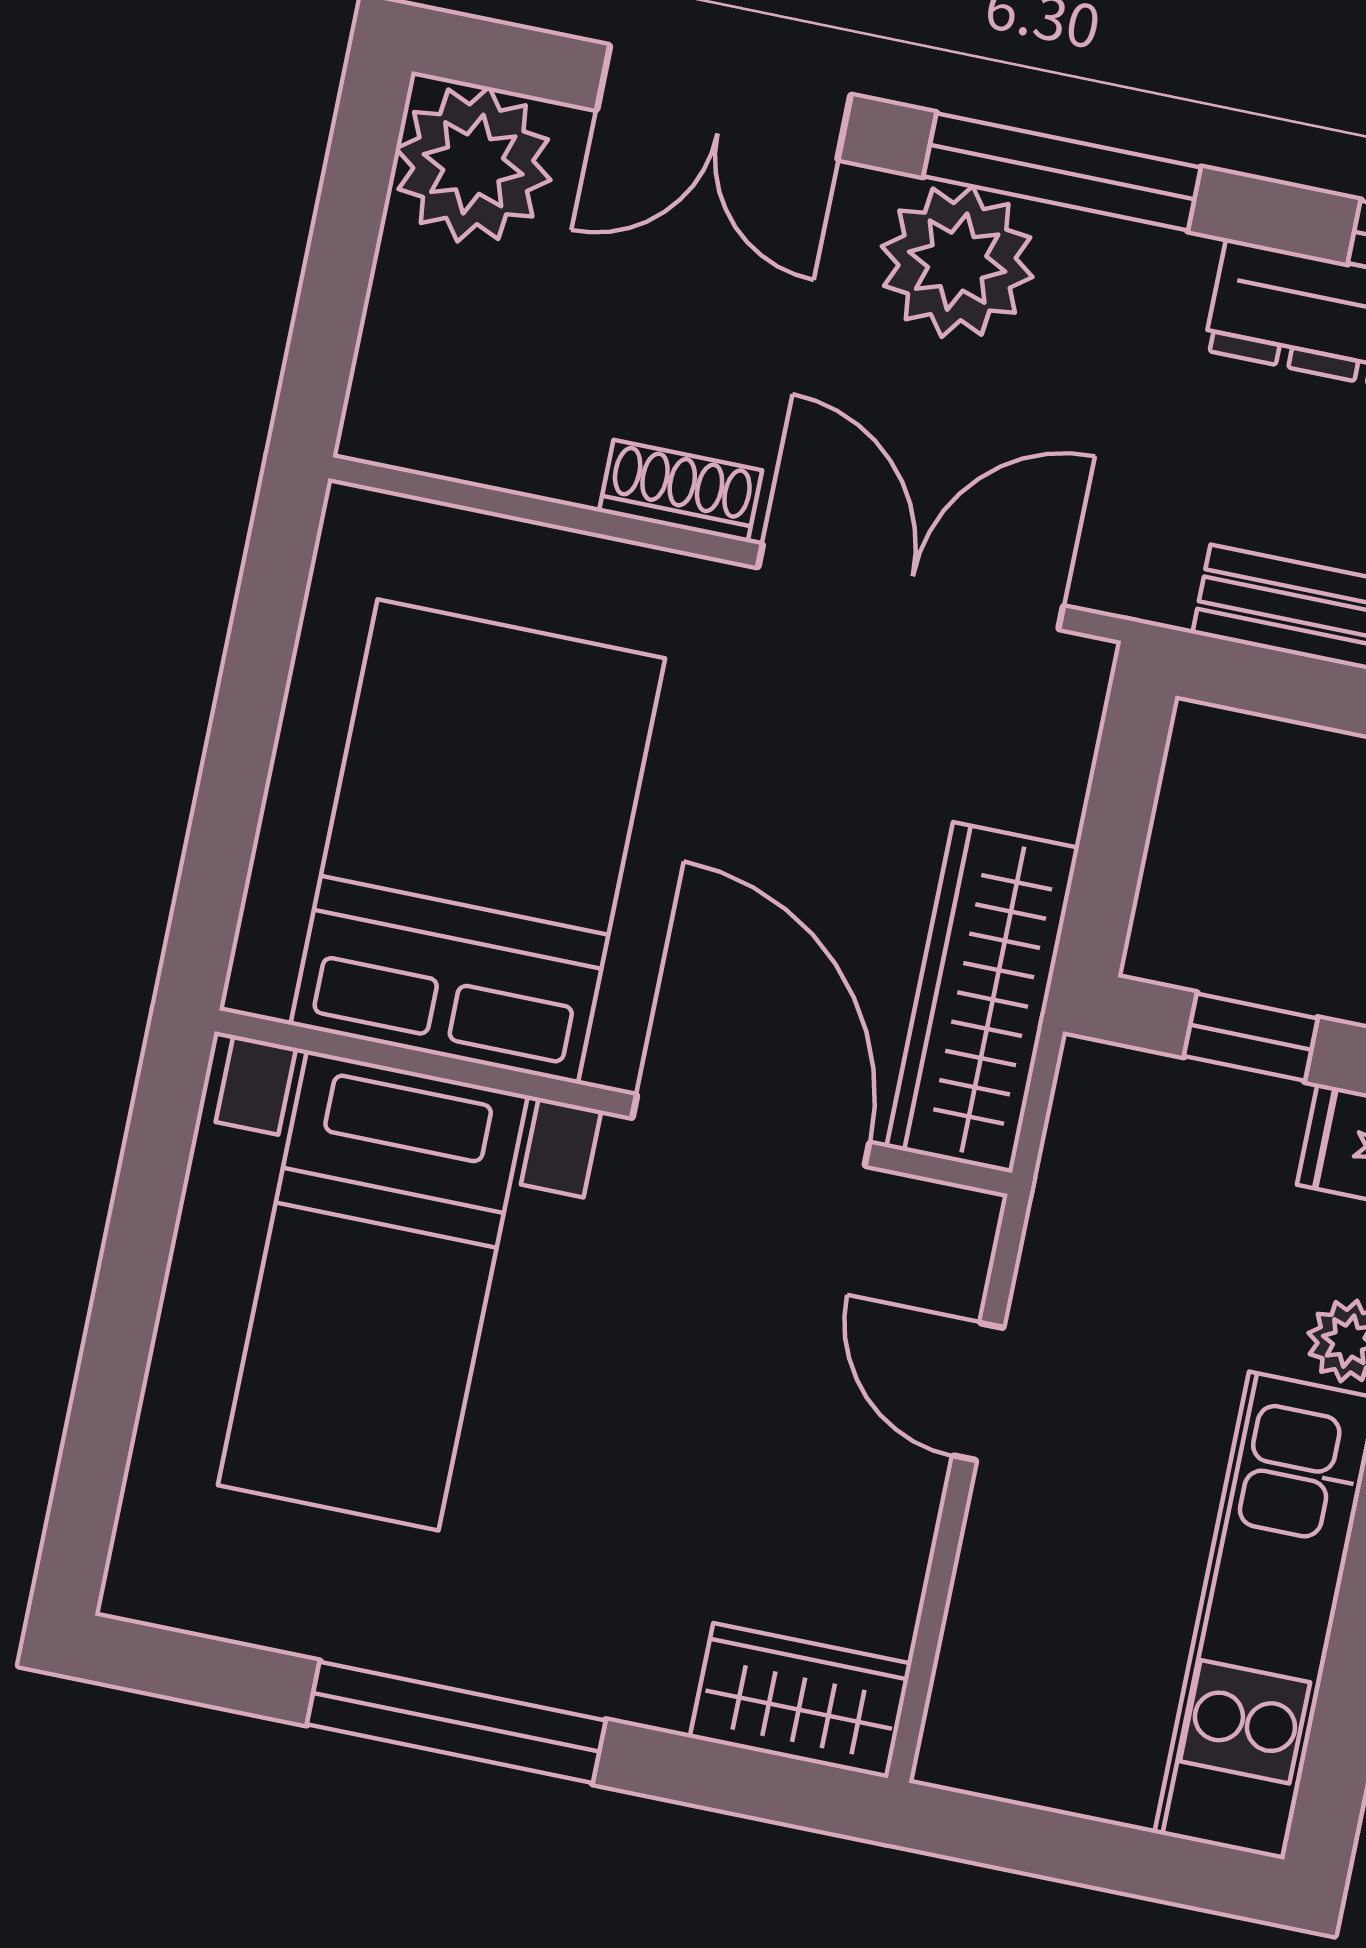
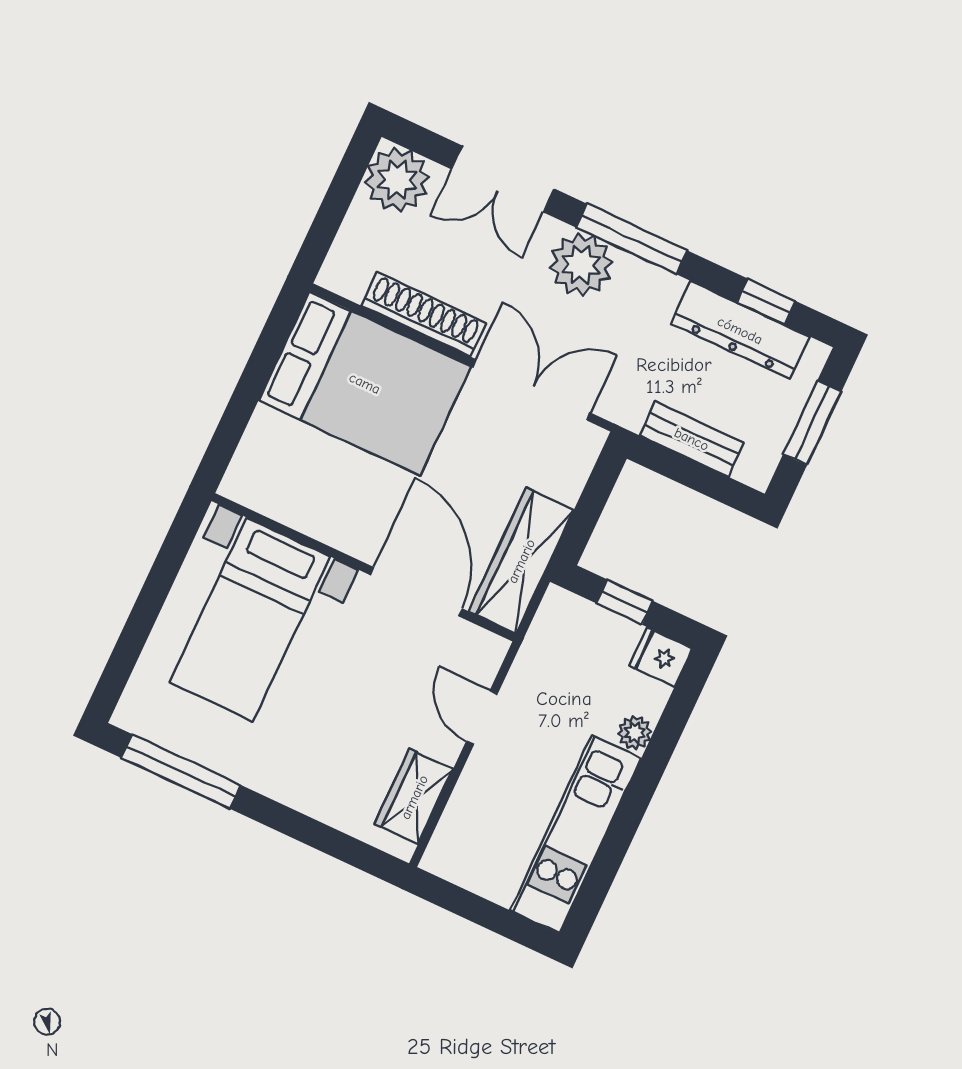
shoe rack: (680, 491) -> (424, 314), width x1.94, depth x1.24
bed: (478, 841) -> (365, 383), moved, turned 90
wardrobe: (801, 1701) -> (414, 797), moved, turned -90
window: (456, 1722) -> (181, 771), moved

